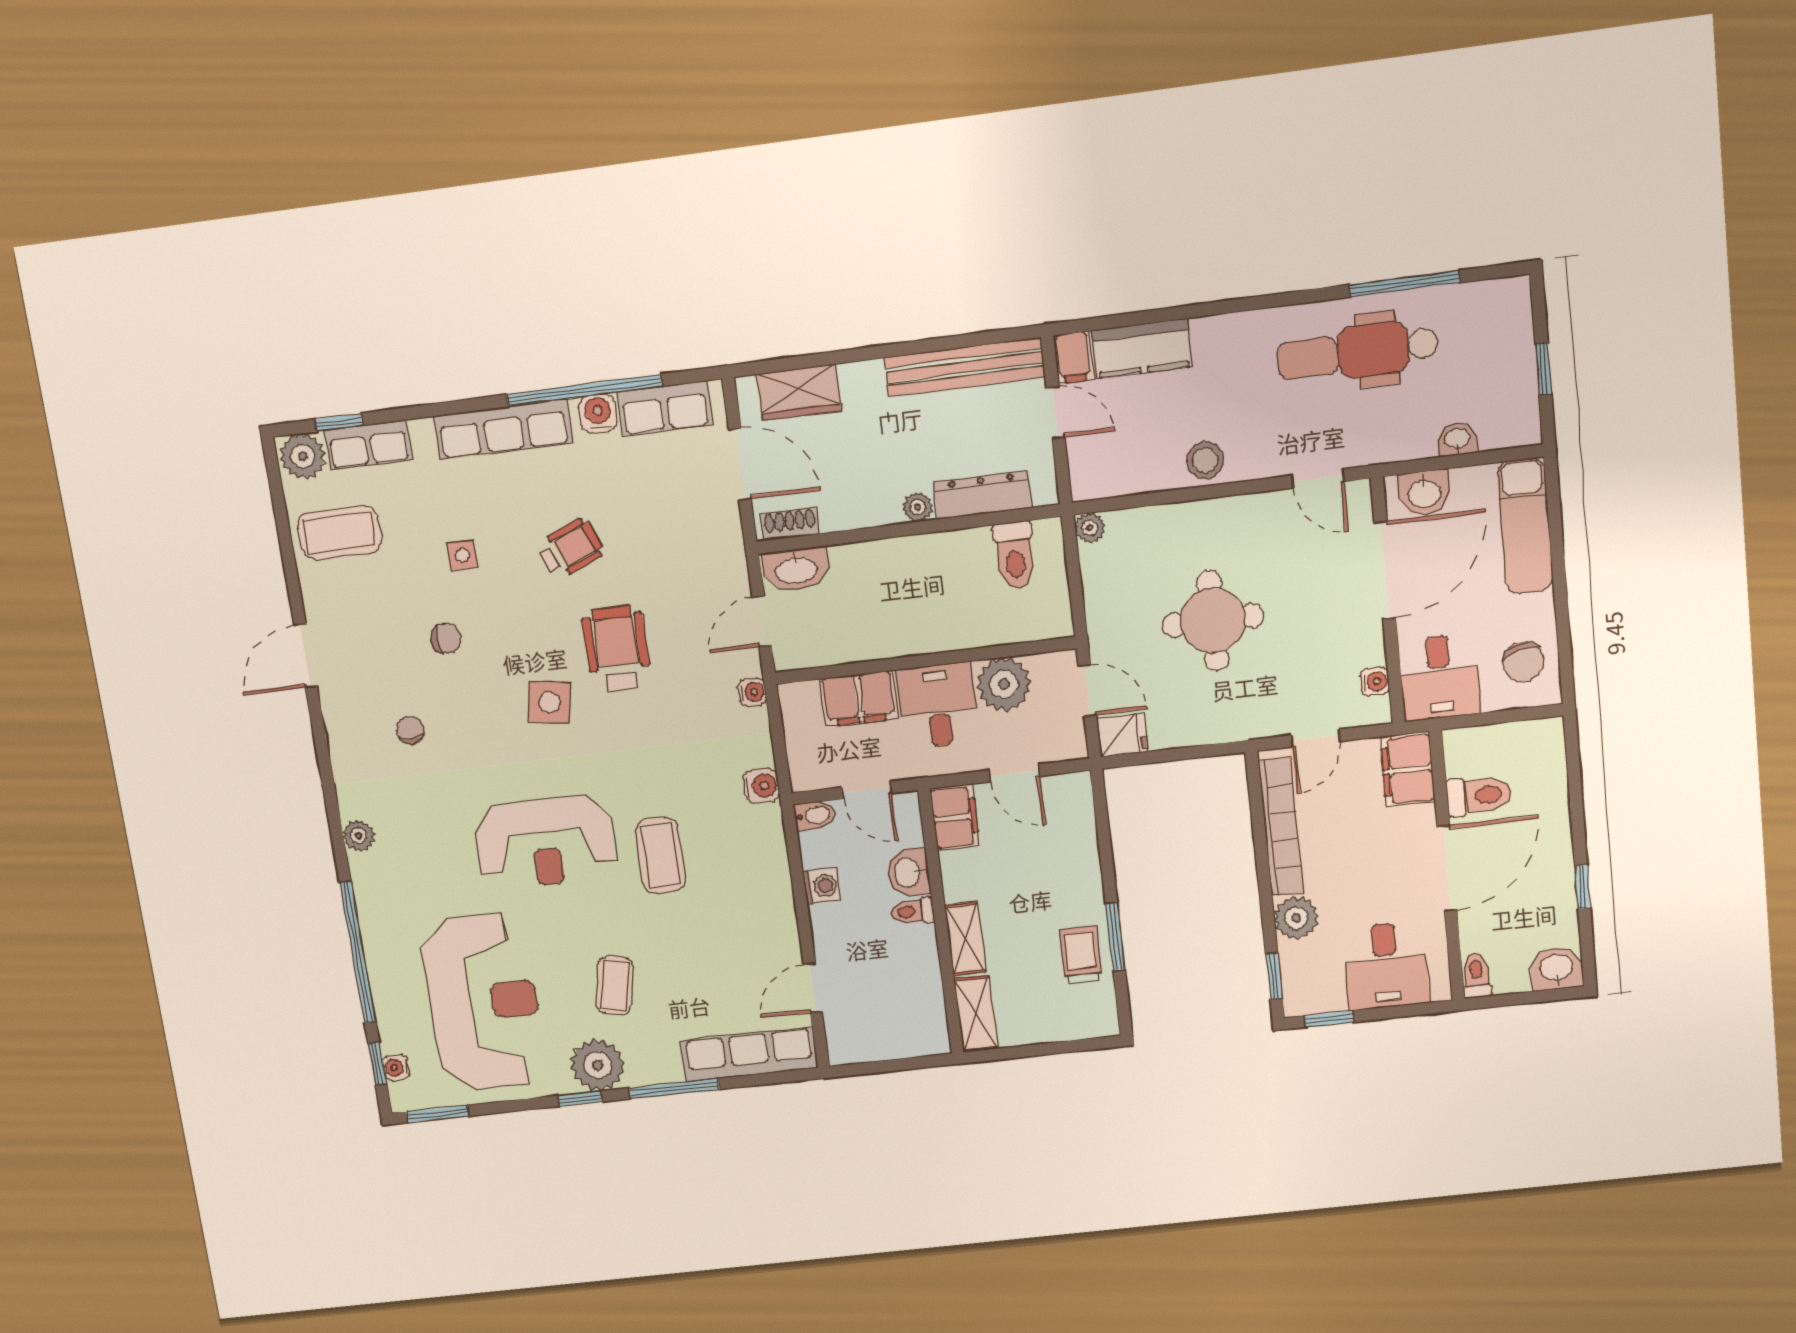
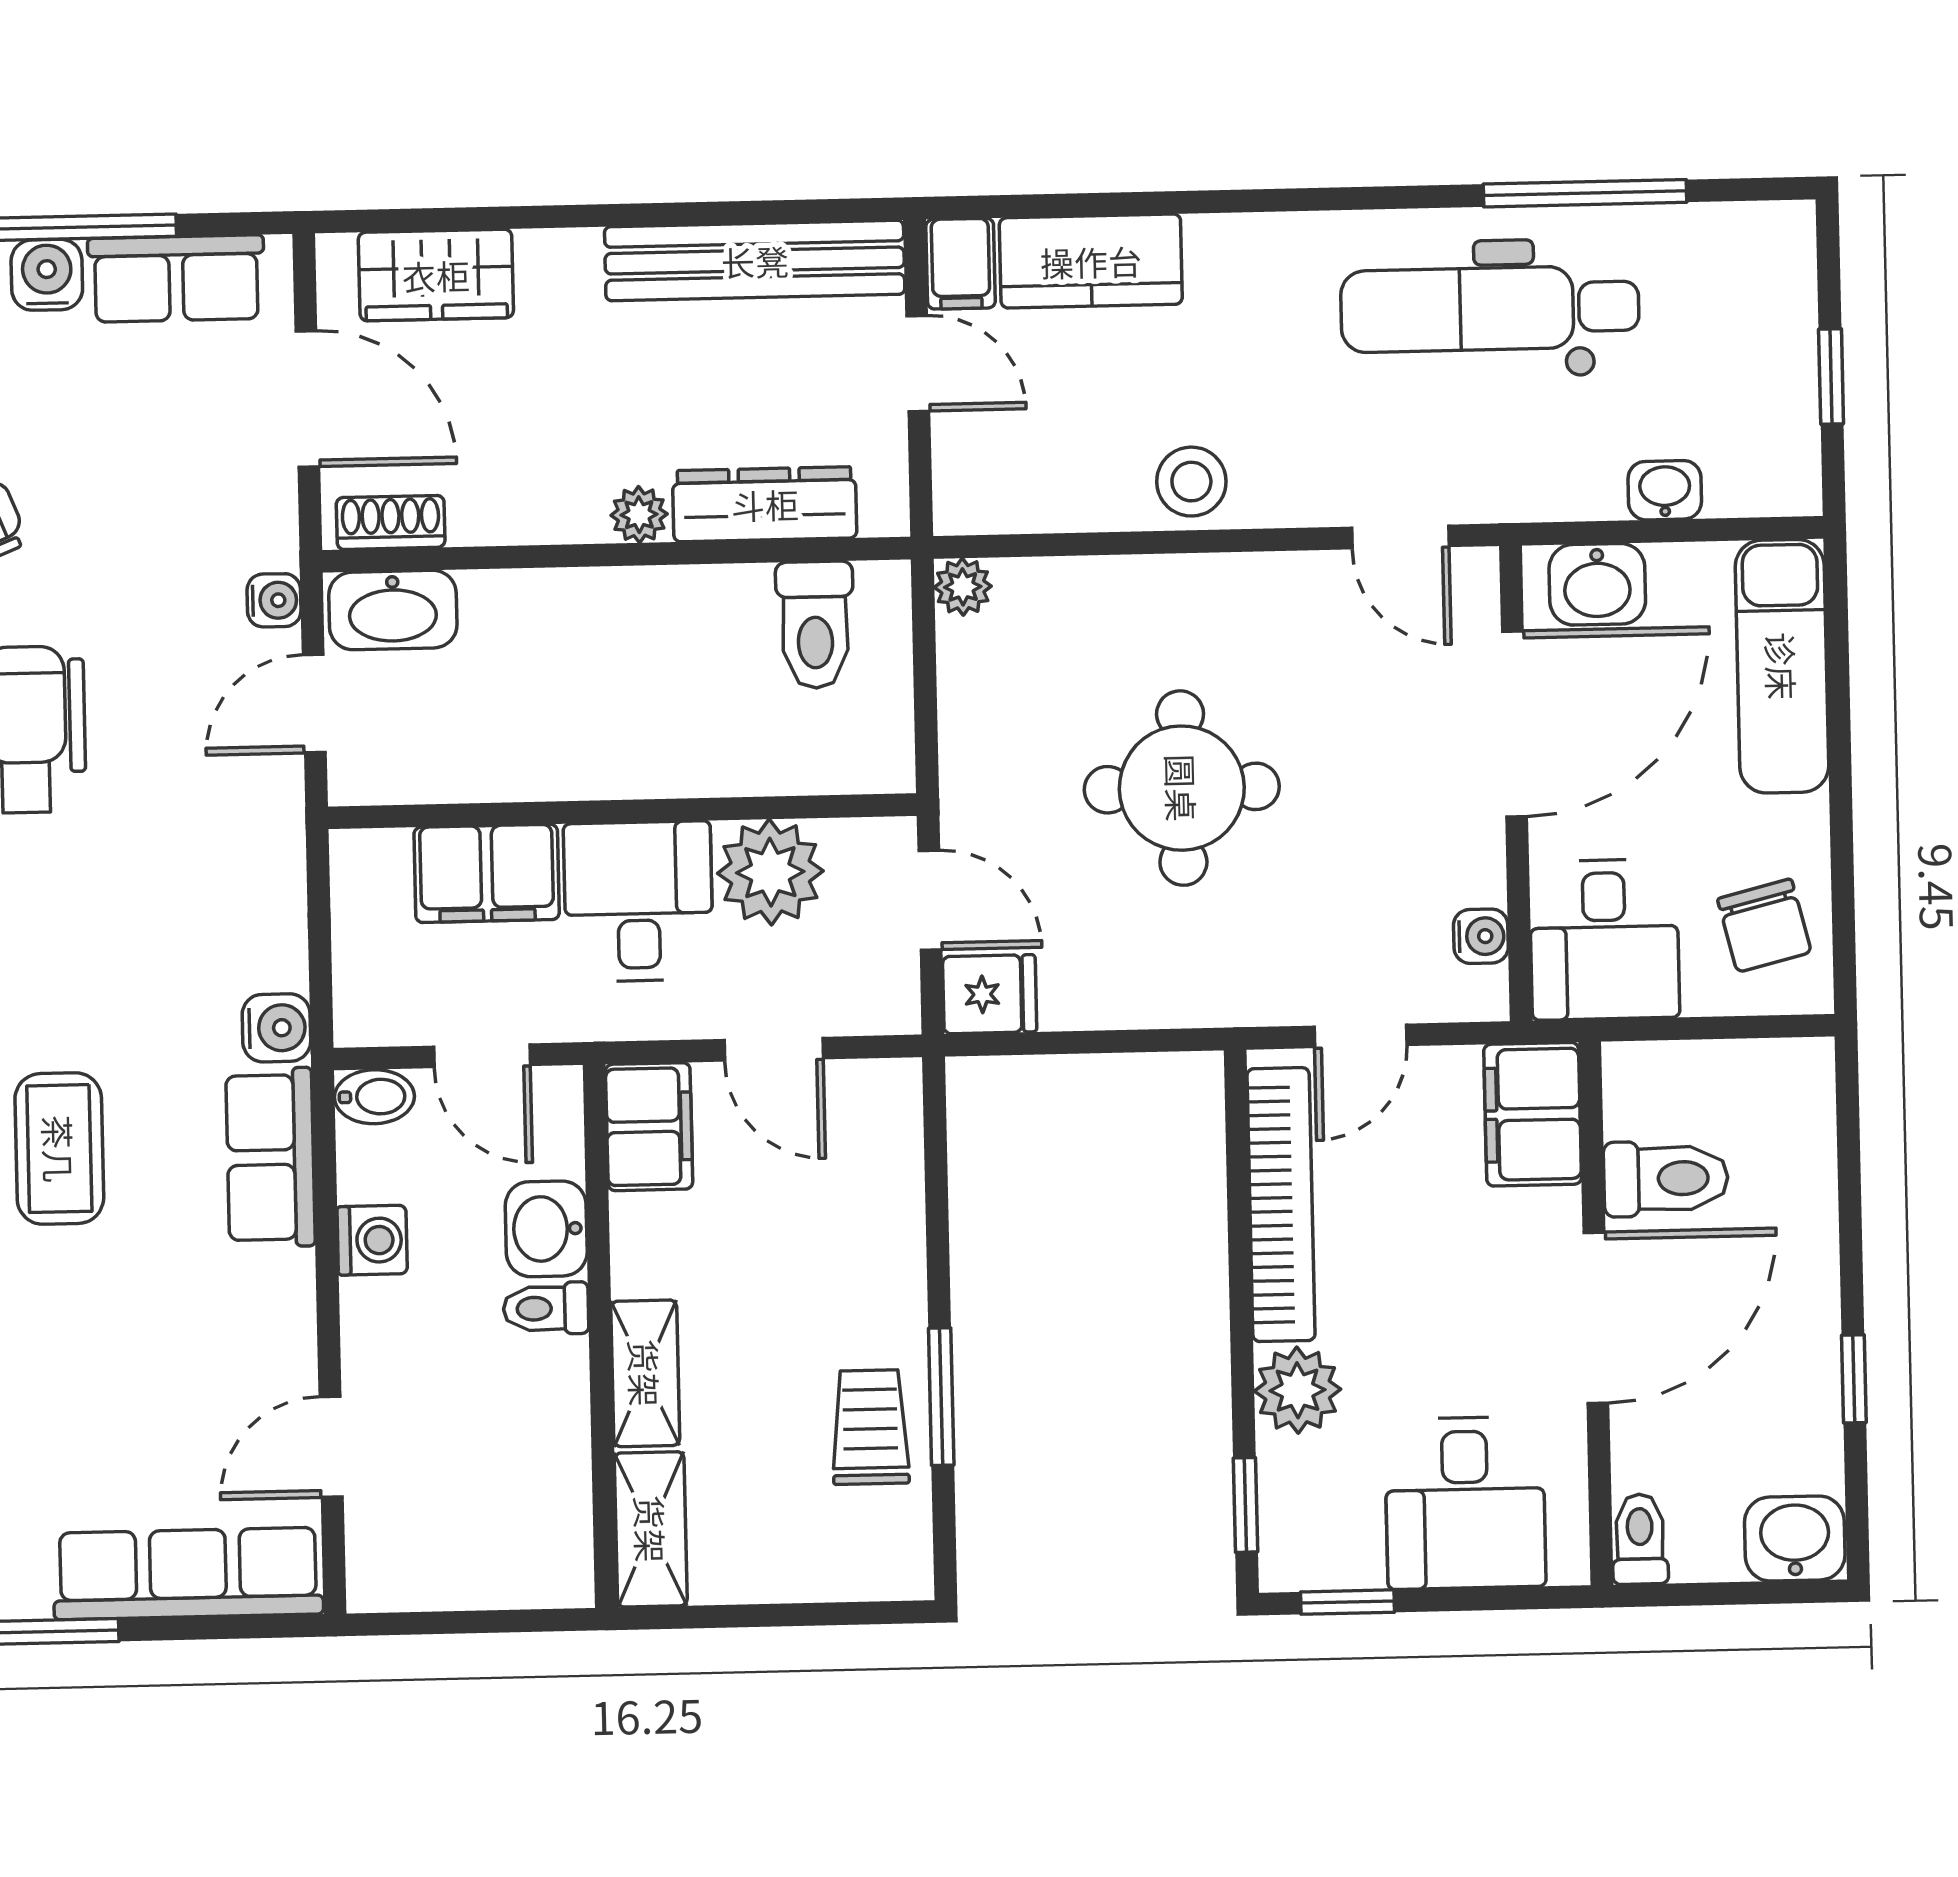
water cooler: (752, 692) -> (274, 600), moved
row of seats: (766, 850) -> (270, 1157), added

